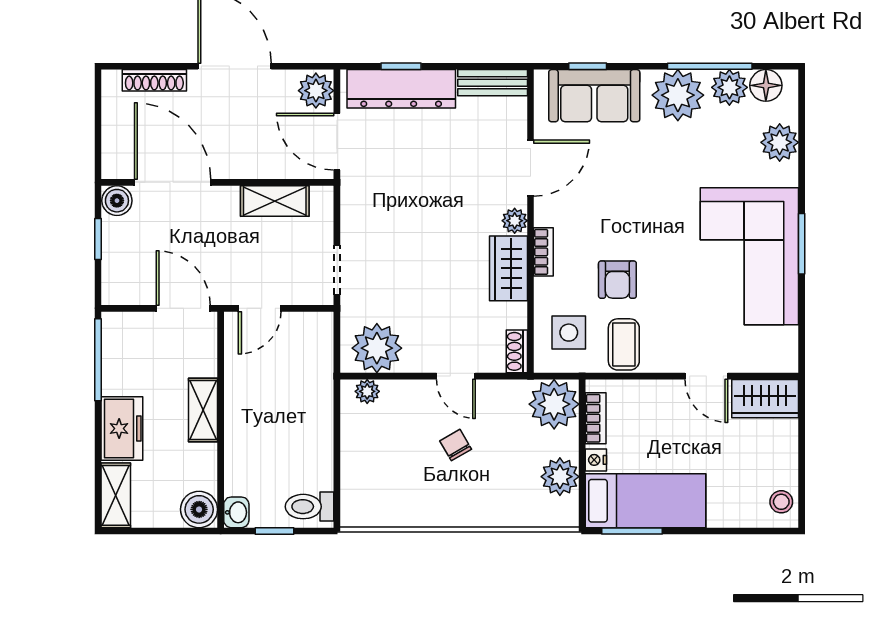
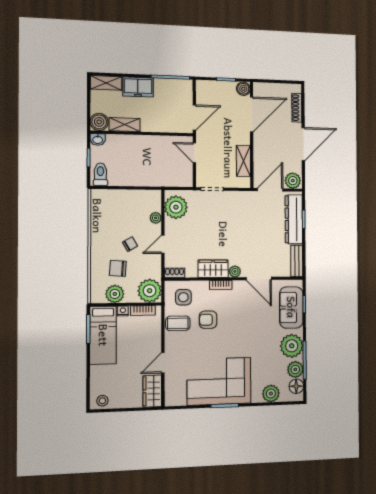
plant: (367, 391) -> (156, 218), moved
shelving: (203, 410) -> (125, 125), moved
chair: (506, 470) -> (118, 268), added

